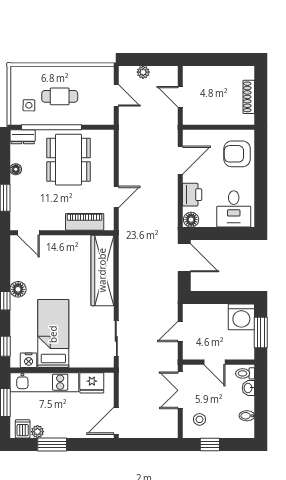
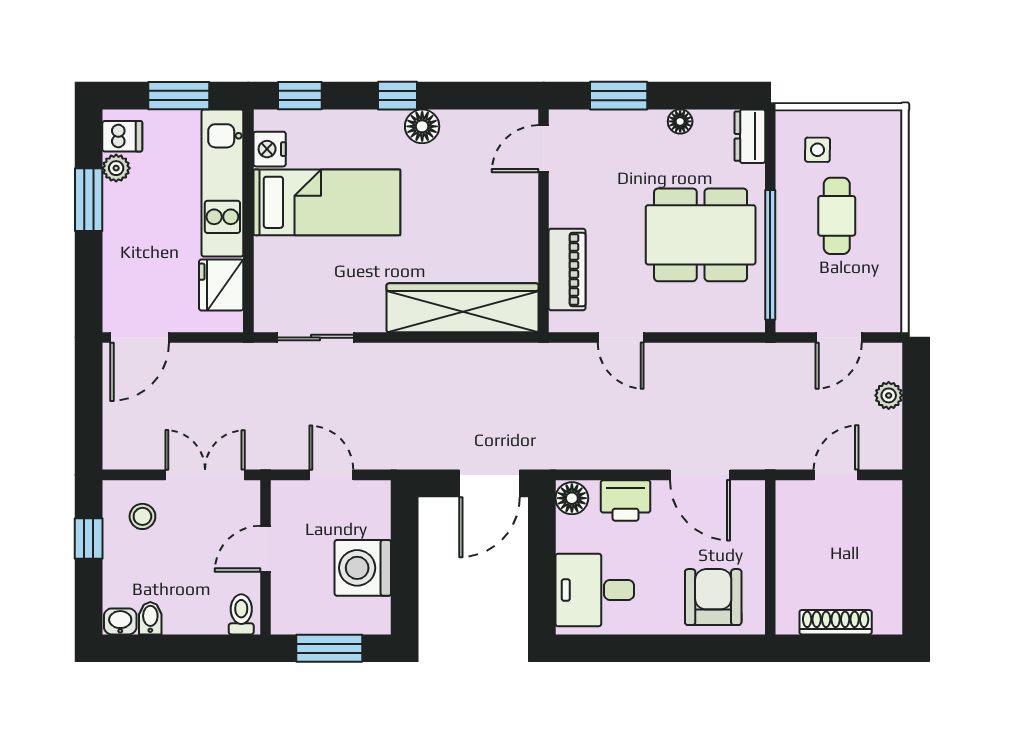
window: (52, 127) -> (770, 255), moved
washing machine: (241, 317) -> (363, 568), moved
washbasin: (248, 388) -> (120, 621), moved
door: (116, 421) -> (140, 338), swing flipped

